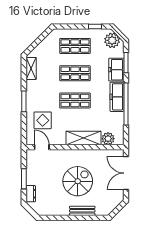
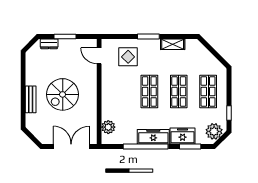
shelving: (31, 68) -> (173, 44), moved
shelving: (83, 138) -> (109, 101), removed
door: (42, 147) -> (99, 56), swing flipped
spiral stairs: (78, 181) -> (63, 94), turned 90

